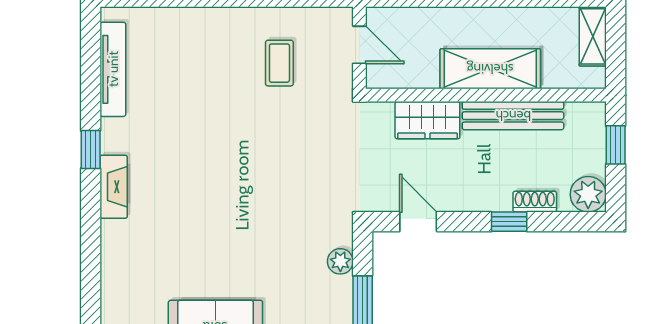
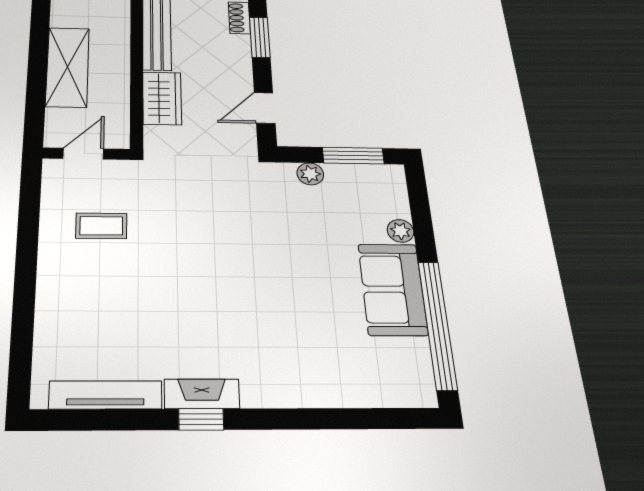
shelving: (490, 69) -> (68, 67), moved
fireplace: (114, 187) -> (202, 394), moved
window: (509, 222) -> (260, 37), width x1.50

